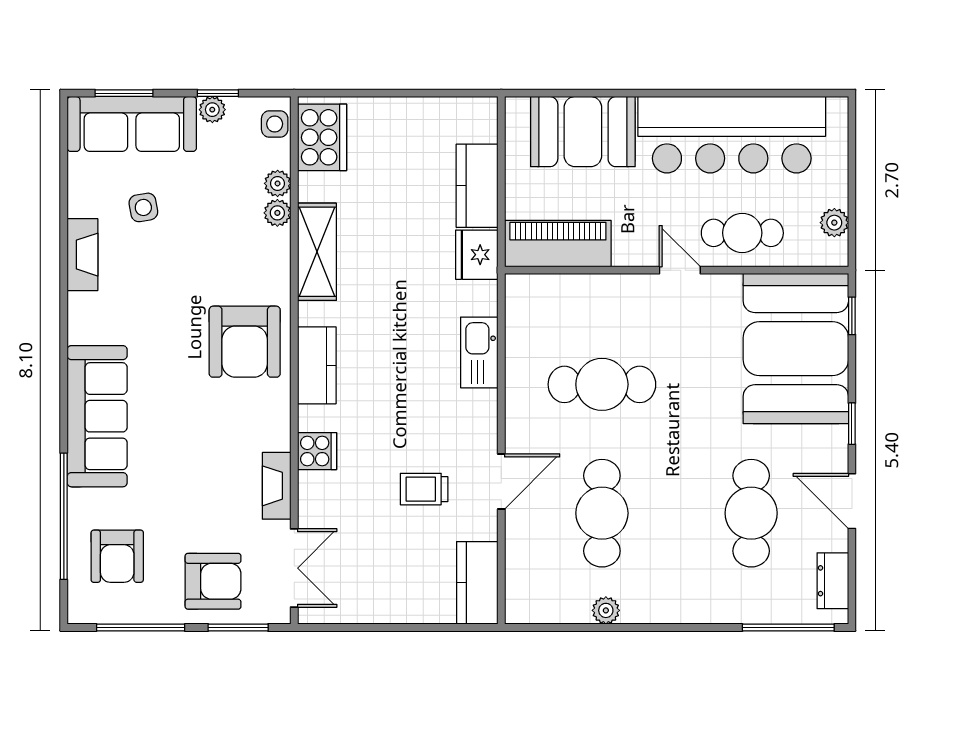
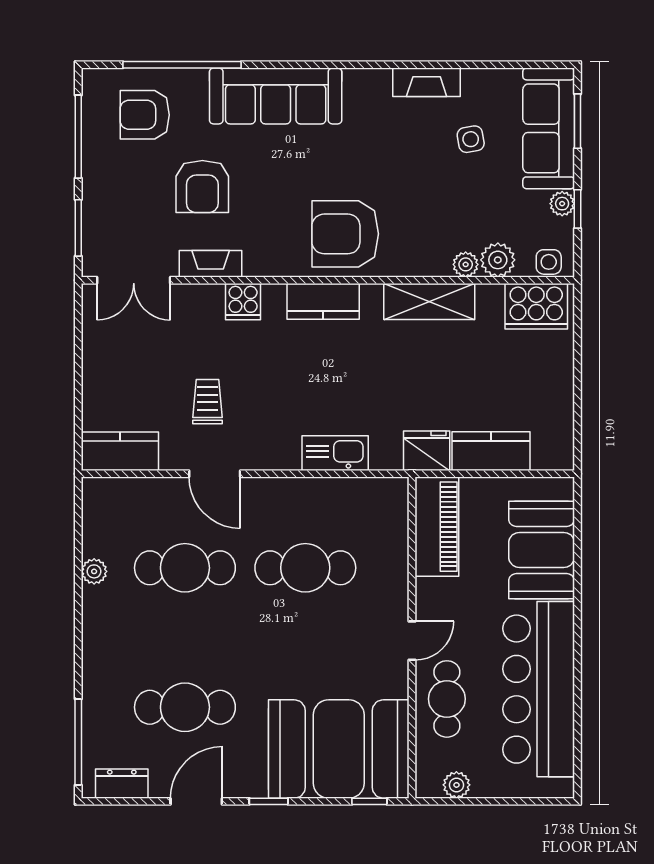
plant: (278, 183) -> (498, 260), width x1.38, depth x1.38
cafe table: (602, 384) -> (305, 568), turned 90
armchair: (213, 581) -> (202, 186), moved

